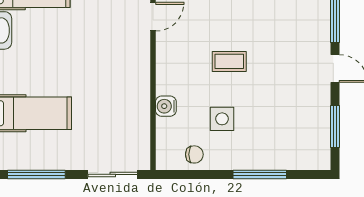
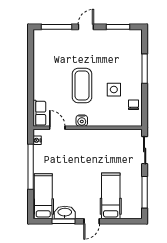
coffee table: (229, 61) -> (82, 86), width x1.86, depth x1.72
water cooler: (166, 106) -> (82, 121), moved

